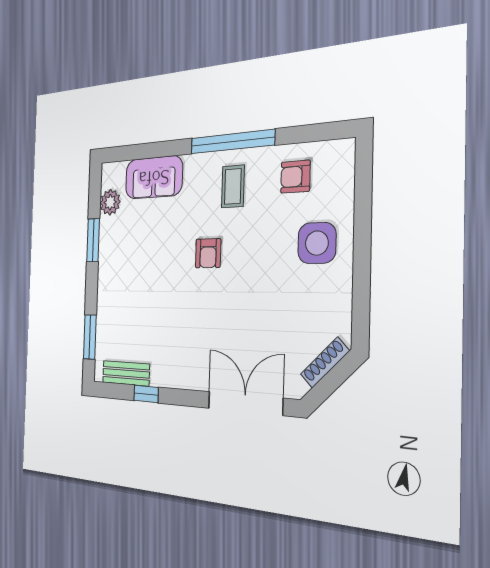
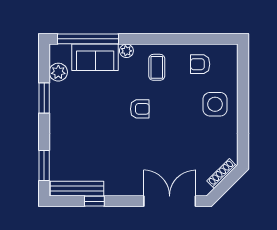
window: (232, 142) -> (88, 39), moved
plant: (193, 164) -> (126, 51), added
armchair: (208, 253) -> (140, 109), turned -90
bench: (126, 373) -> (77, 189), width x1.36

